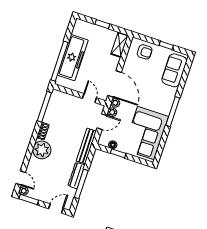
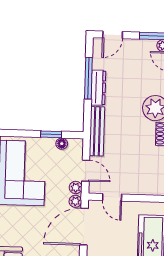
door: (115, 84) -> (84, 227), hinge flipped
door: (102, 122) -> (86, 171), swing flipped

